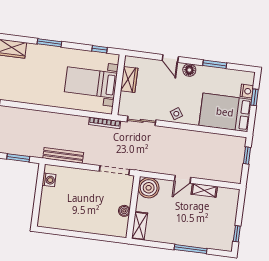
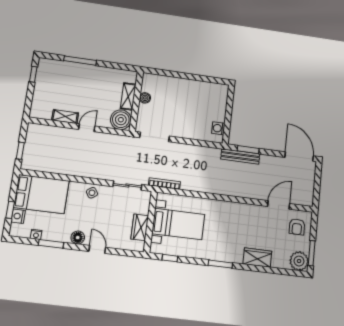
nightstand: (229, 73) -> (36, 234), added
bench: (63, 155) -> (240, 156), moved
shelving: (140, 226) -> (128, 96), moved

